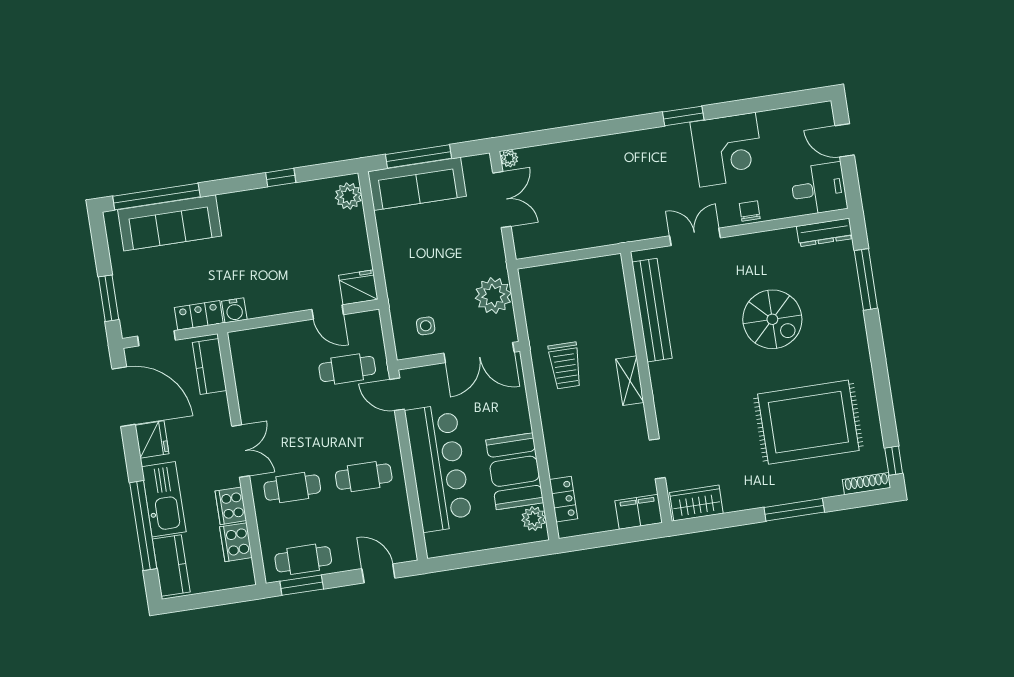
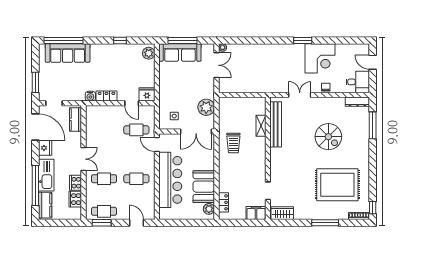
locker: (199, 315) -> (106, 96), moved
shelving: (630, 381) -> (261, 126), moved

